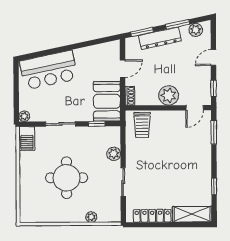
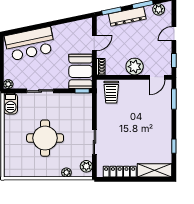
window: (97, 124) -> (82, 91), moved
plant: (114, 154) -> (86, 166), moved

